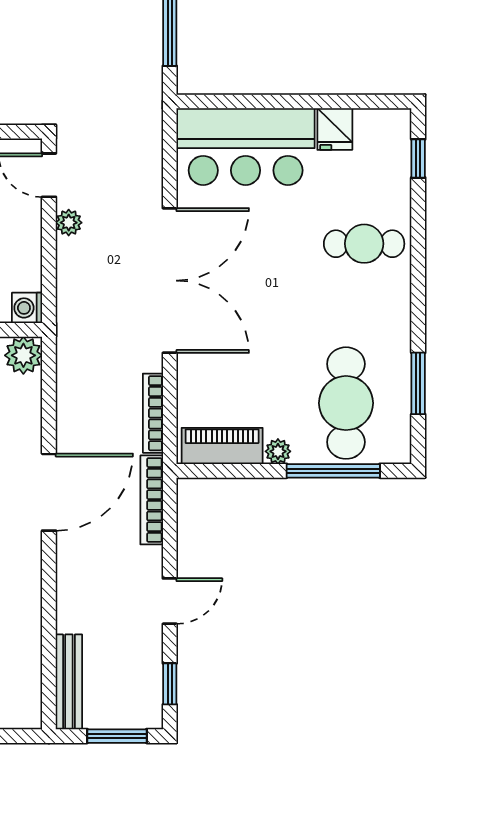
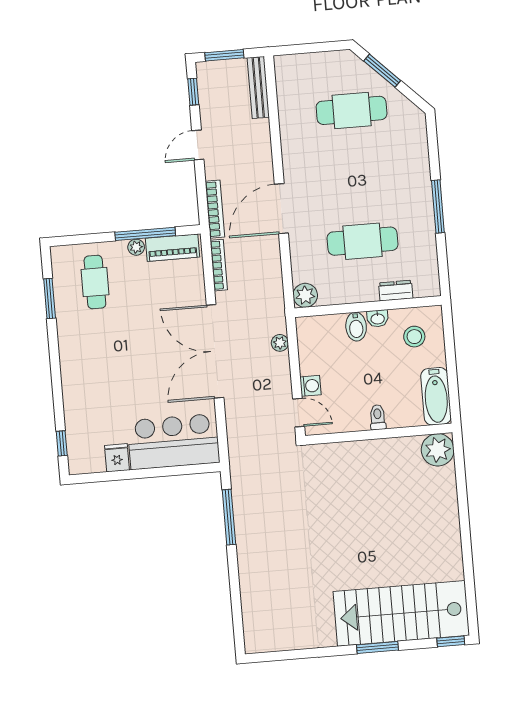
plant: (69, 223) -> (280, 343), moved
cafe table: (364, 244) -> (92, 386), removed
washing machine: (27, 308) -> (310, 386), moved
cafe table: (346, 403) -> (95, 282), width x0.73, depth x0.74
window: (333, 471) -> (145, 234), moved

